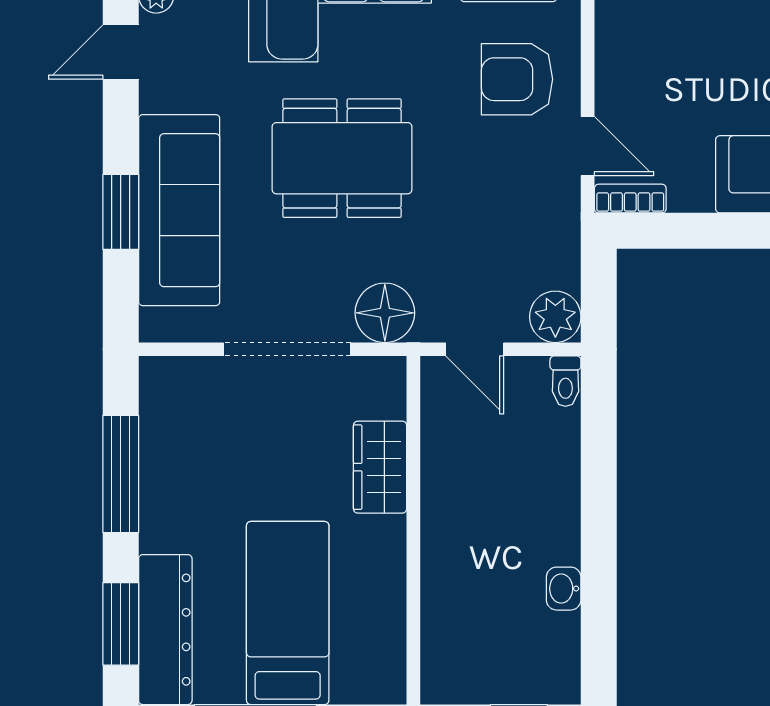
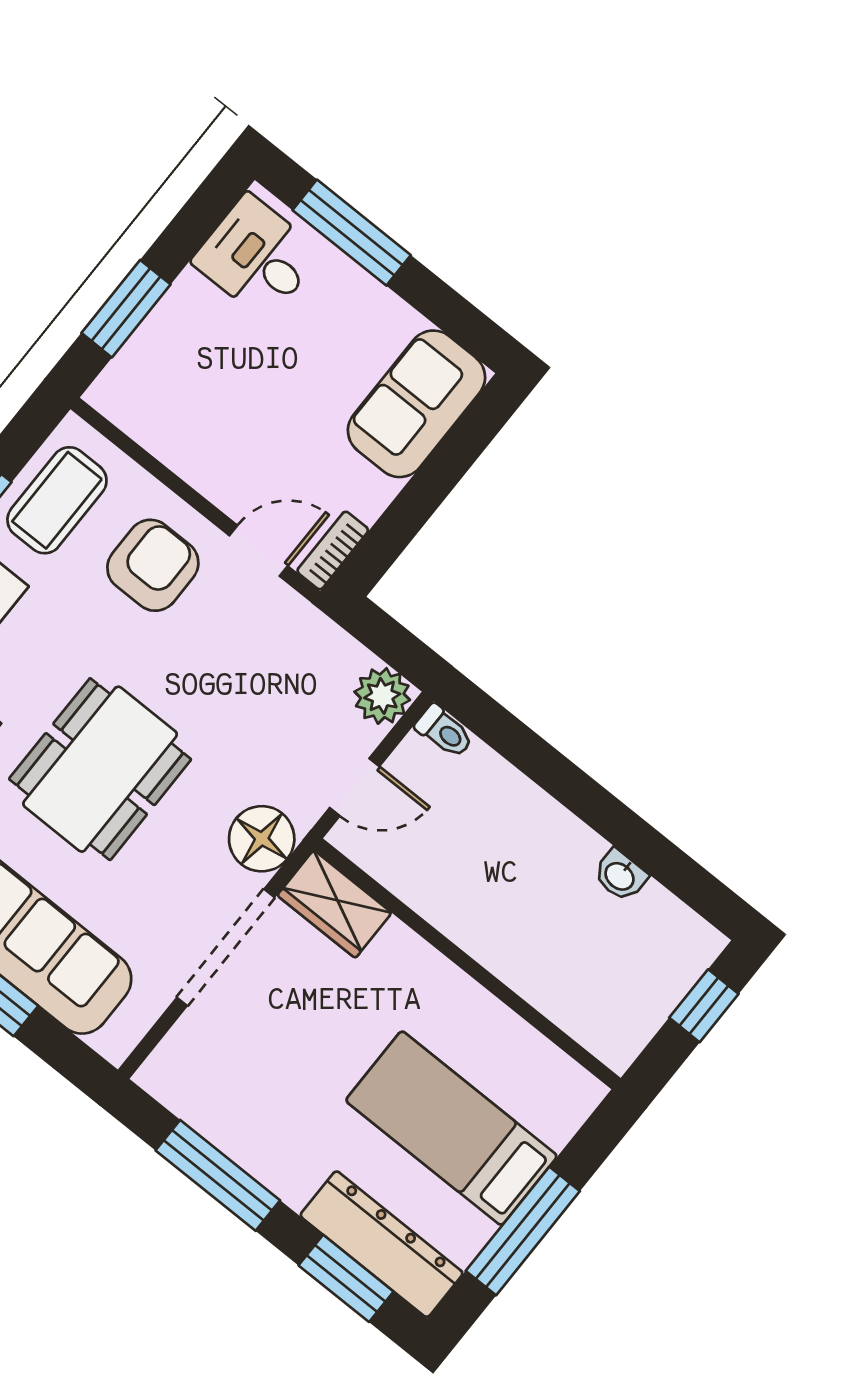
armchair: (517, 79) -> (153, 565), turned 180
wardrobe: (380, 467) -> (334, 904), moved

